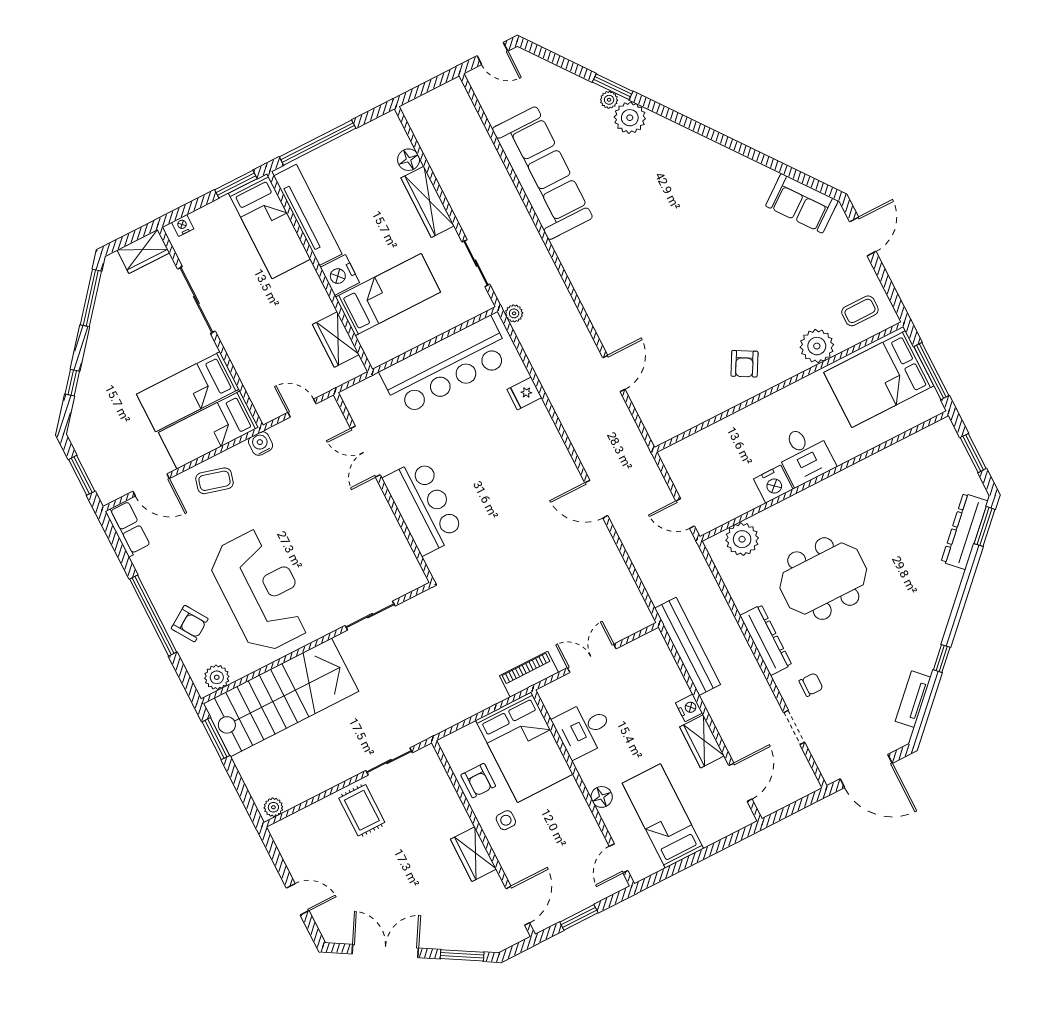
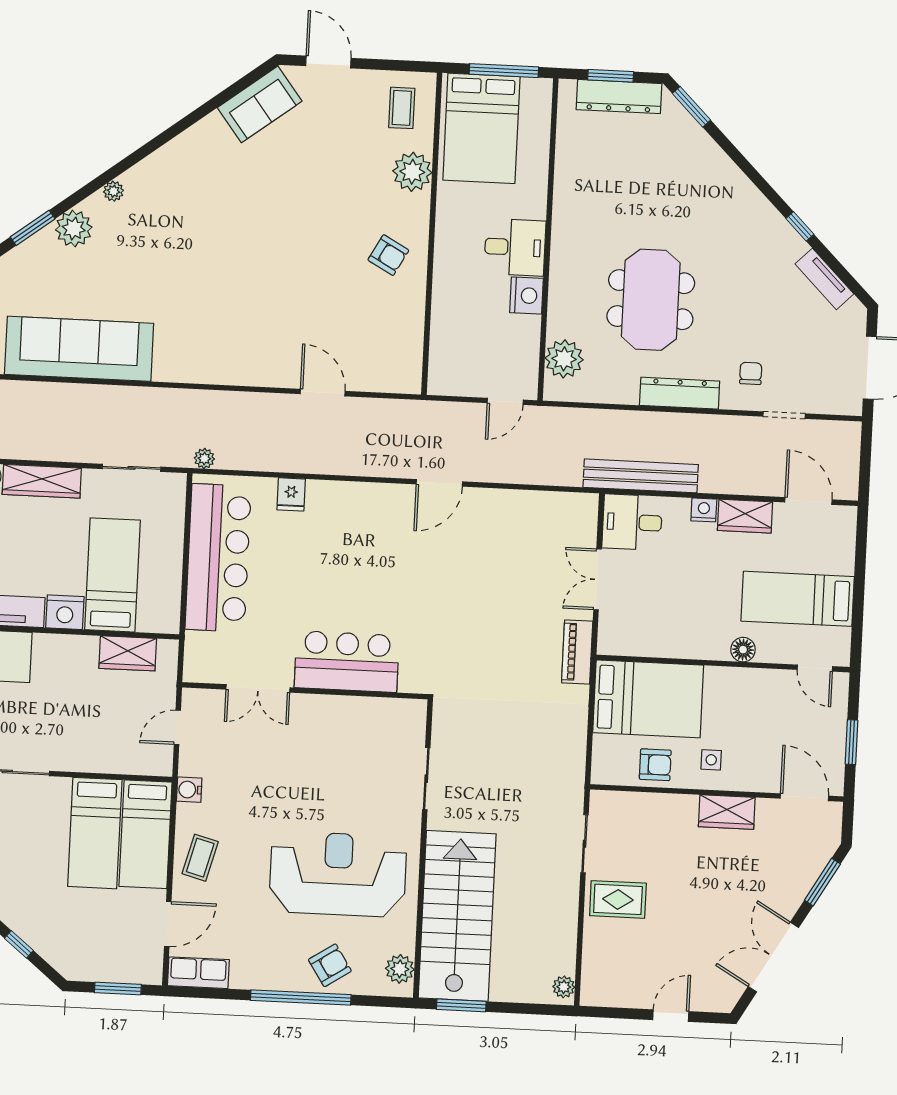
plant: (609, 100) -> (114, 191), moved
dresser: (965, 531) -> (619, 97), moved, turned -45
desk: (583, 729) -> (632, 522), moved, turned 90

